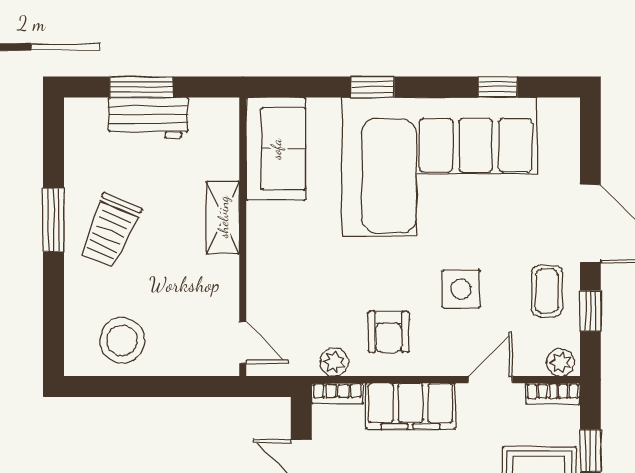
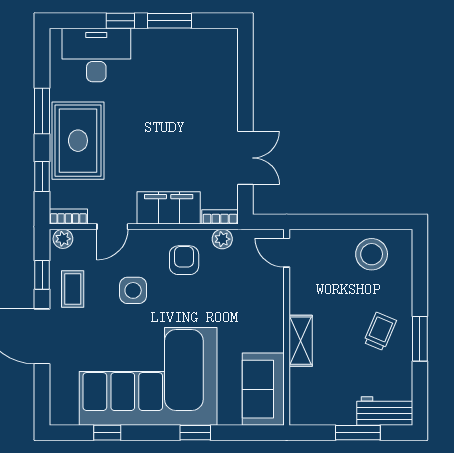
workbench: (148, 118) -> (385, 411), moved
trolley: (110, 231) -> (380, 331), width x0.73, depth x0.72

